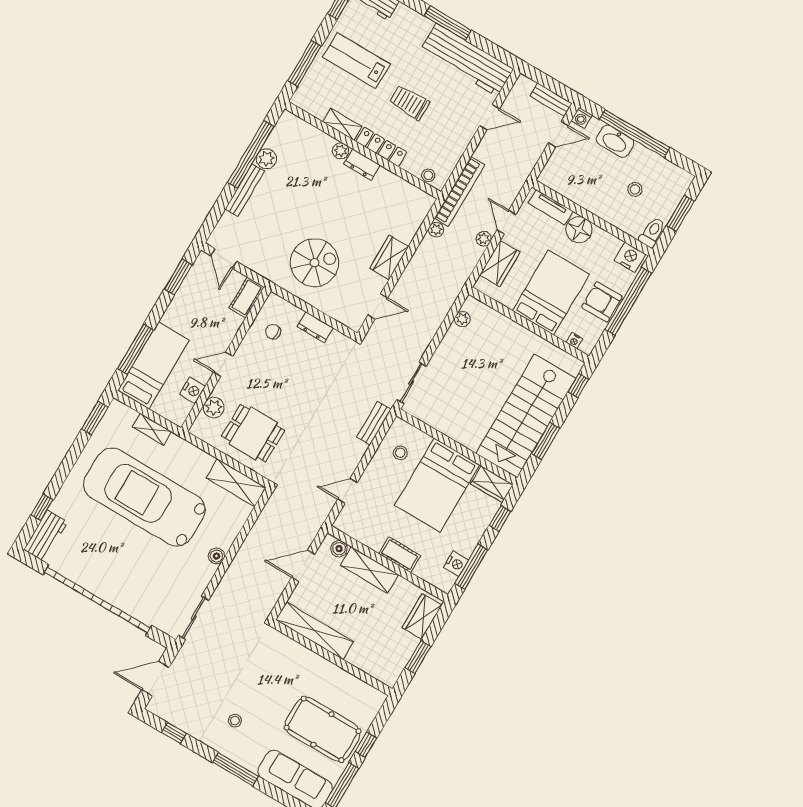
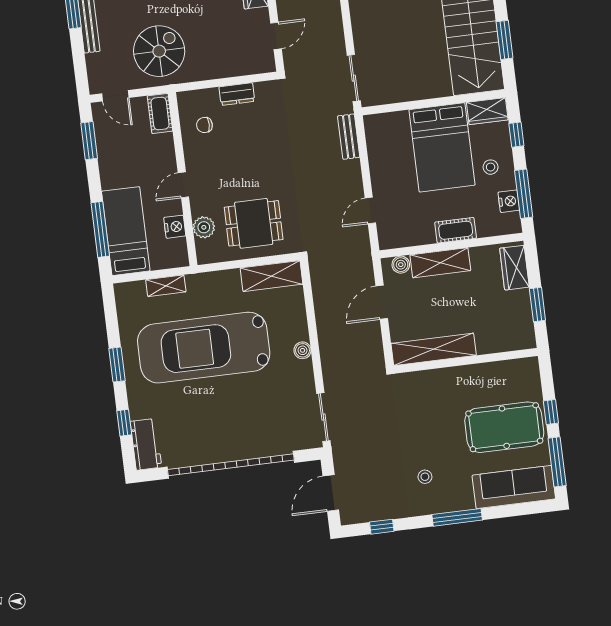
spiral stairs: (315, 263) -> (159, 51), moved
window: (95, 418) -> (117, 365), moved
stool: (400, 453) -> (491, 167), moved

